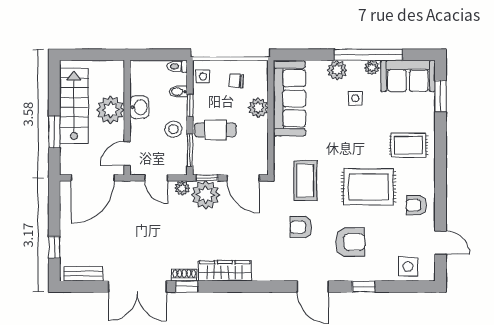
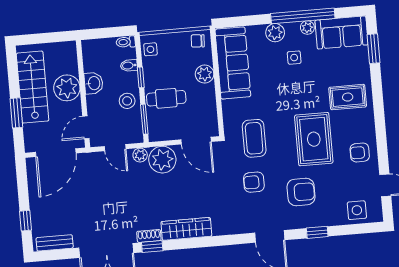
chair: (236, 81) -> (198, 41), moved
window: (207, 178) -> (162, 144), removed
rug: (369, 187) -> (314, 139), turned 90

